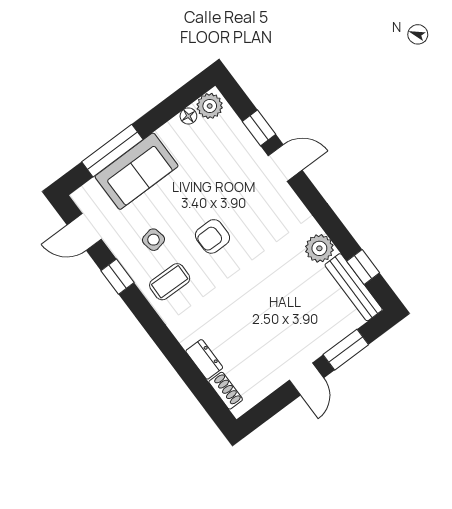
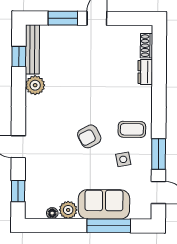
plant: (210, 106) -> (68, 210), moved
window: (259, 128) -> (18, 191), moved
armchair: (213, 236) -> (89, 136), turned 152
window: (118, 277) -> (159, 154), width x1.50

